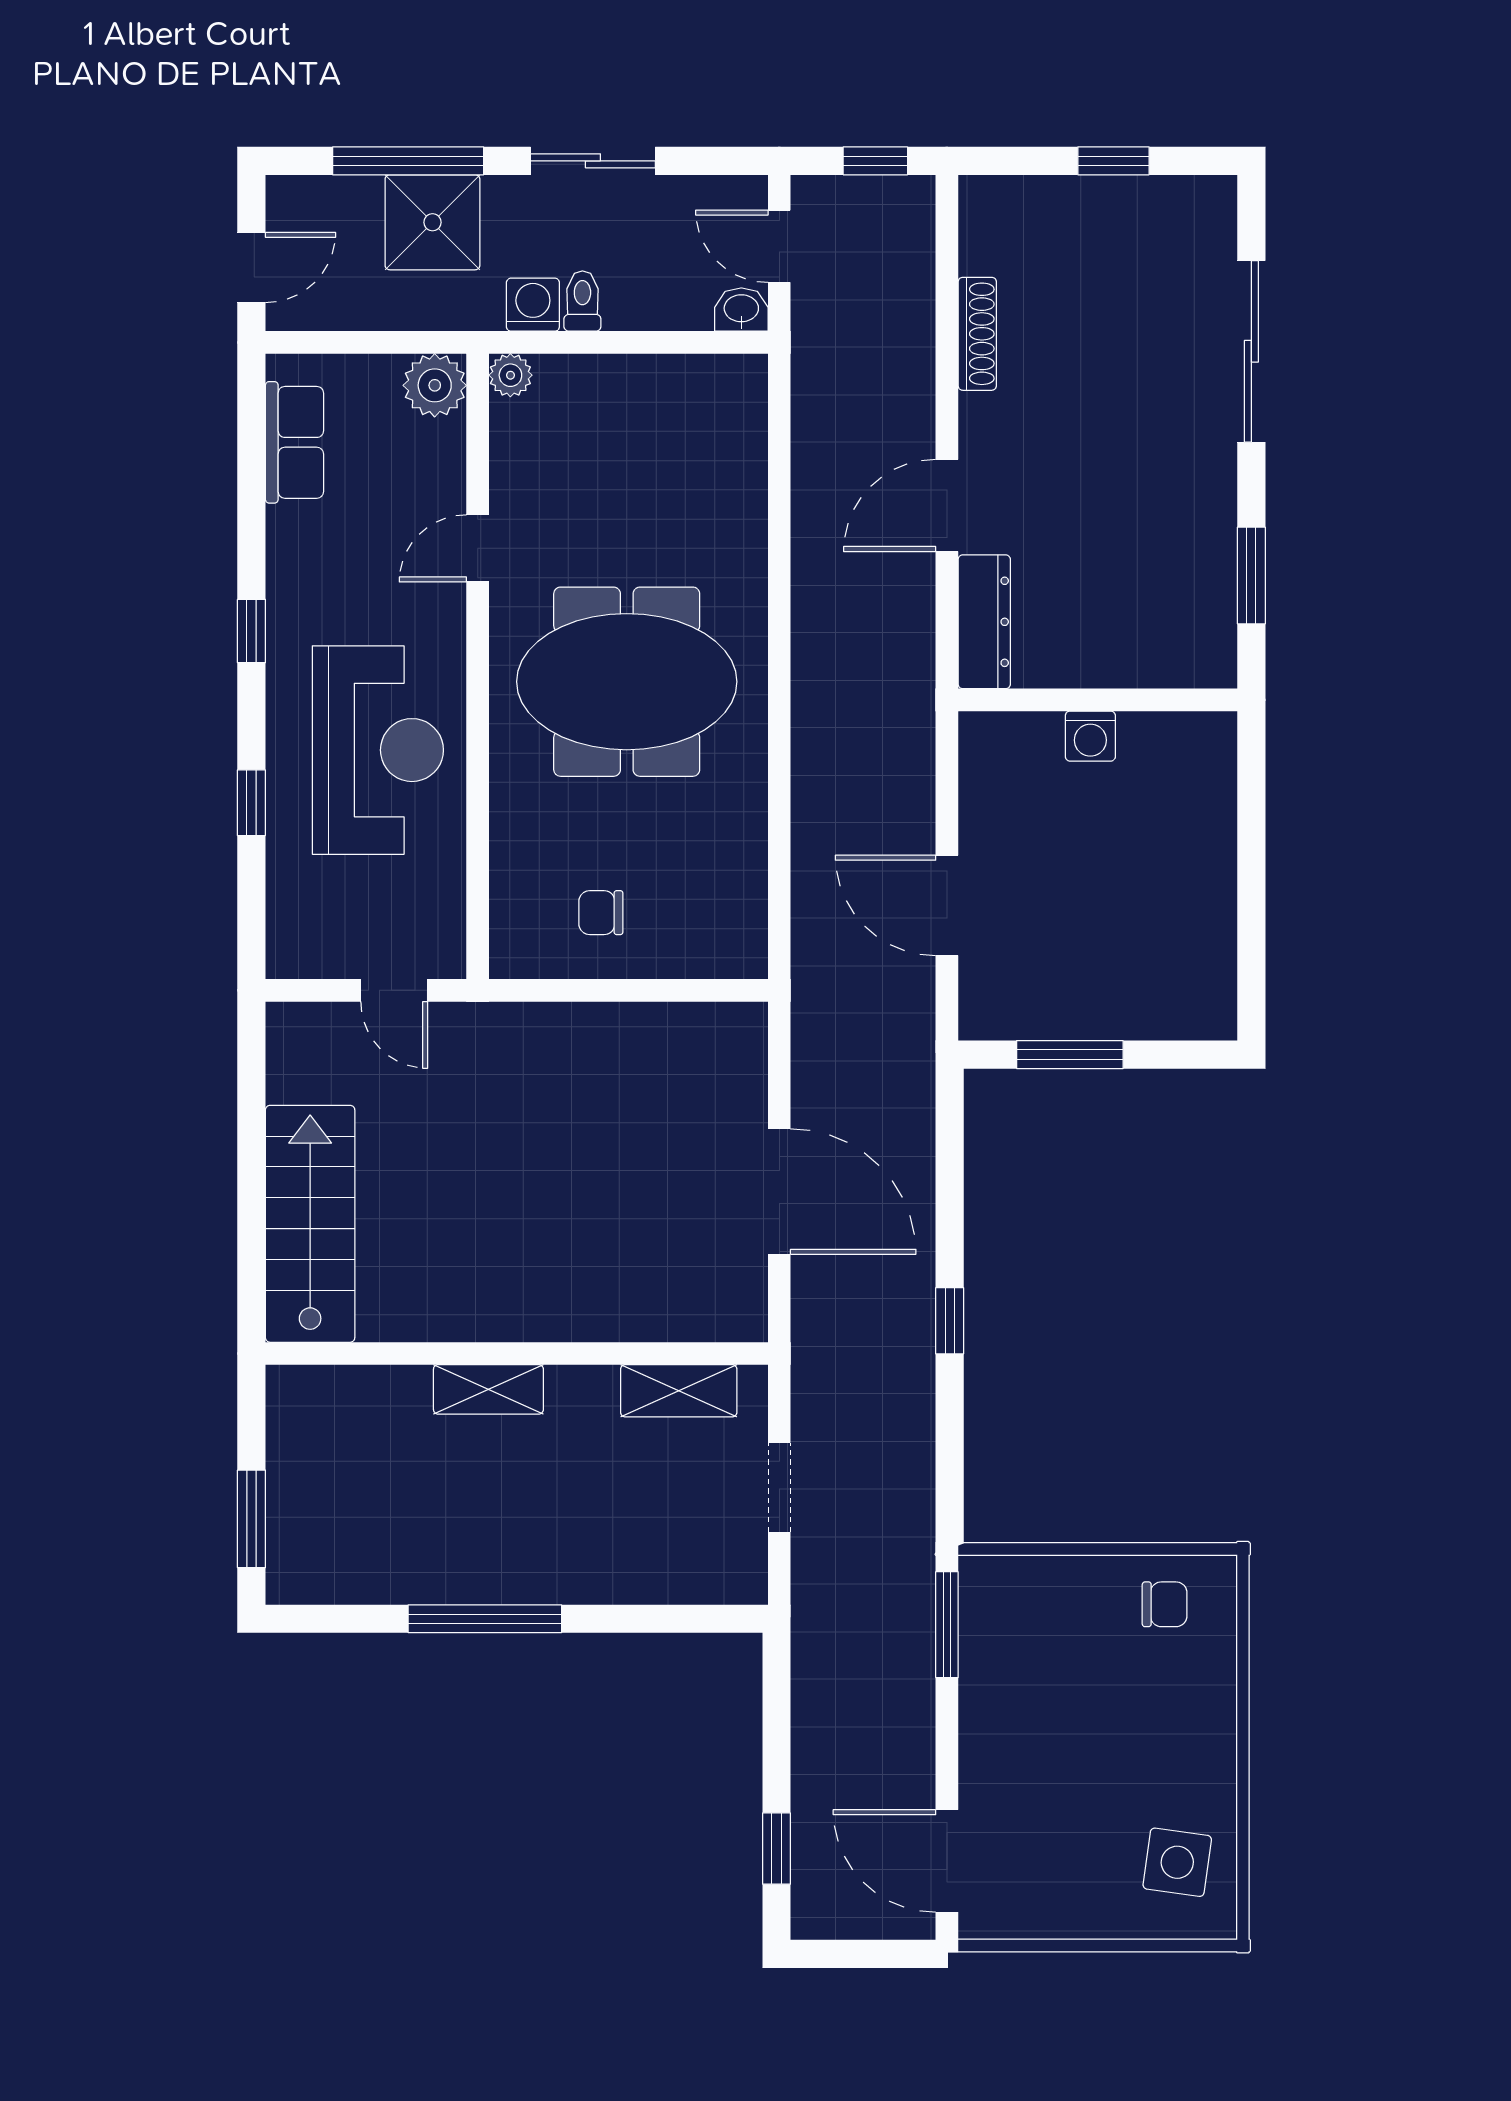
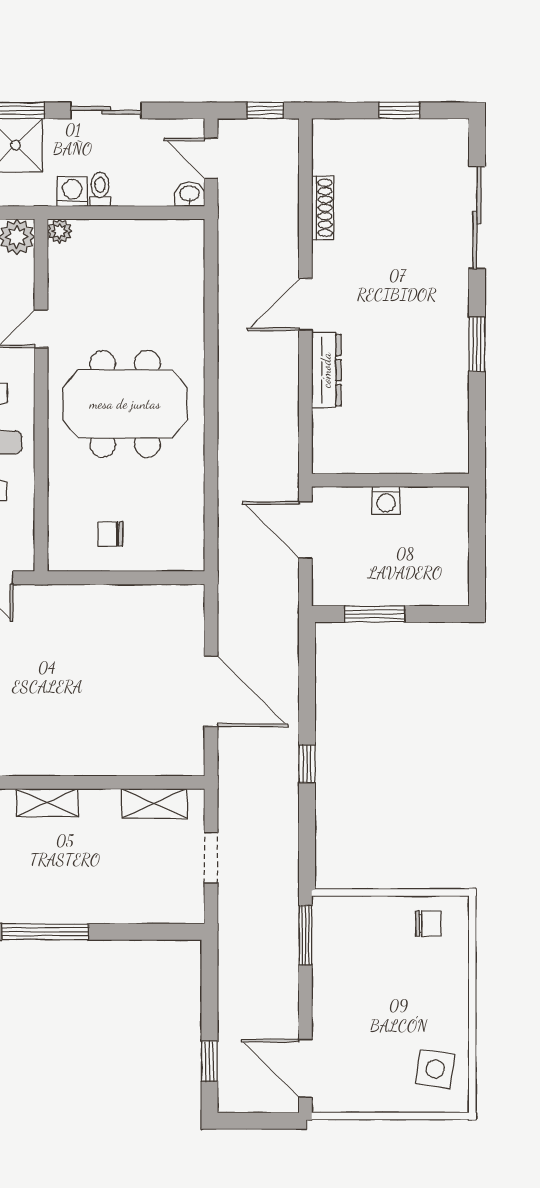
wall: (1098, 700) -> (390, 480), moved
washing machine: (1090, 736) -> (386, 501), moved

